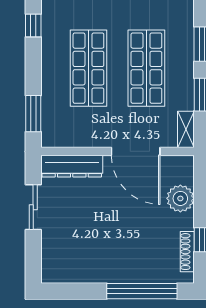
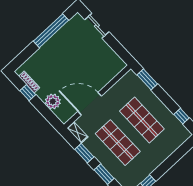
dresser: (72, 166) -> (111, 73), removed
sliding door: (33, 207) -> (97, 26), moved
window: (142, 291) -> (51, 31), moved

